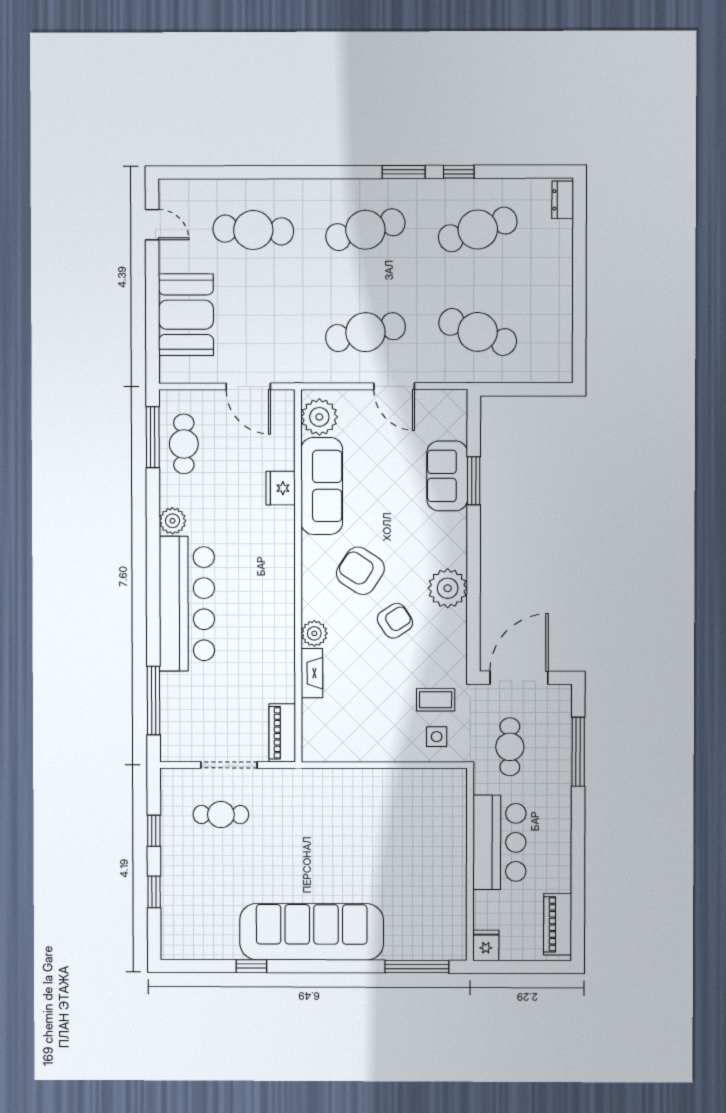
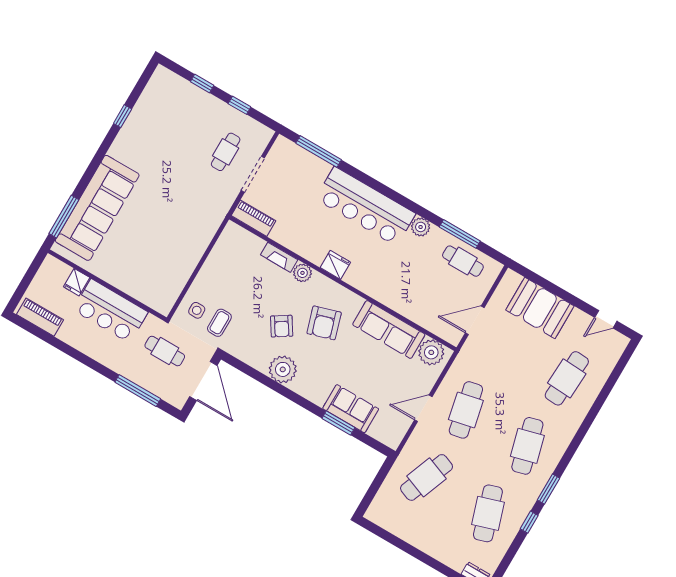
window: (153, 437) -> (460, 234), moved
fridge: (281, 488) -> (335, 265), moved
armchair: (360, 571) -> (324, 323), turned 130
sofa: (312, 932) -> (97, 208), moved
fridge: (486, 945) -> (77, 282), moved, turned 90

